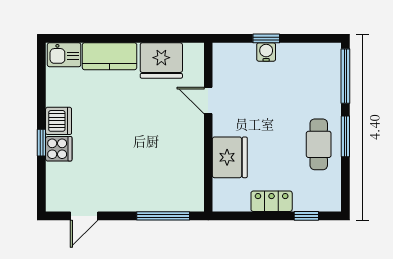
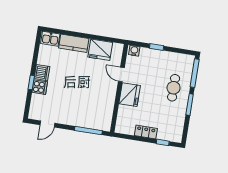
water cooler: (266, 52) -> (134, 51), moved
cafe table: (319, 144) -> (174, 88), moved
fridge: (230, 157) -> (130, 95), moved

